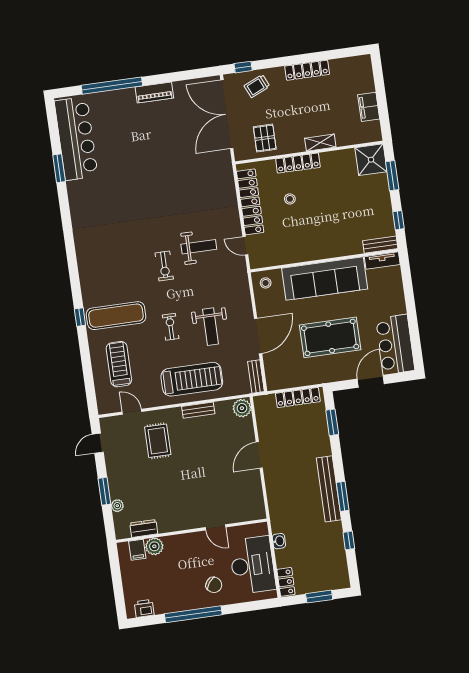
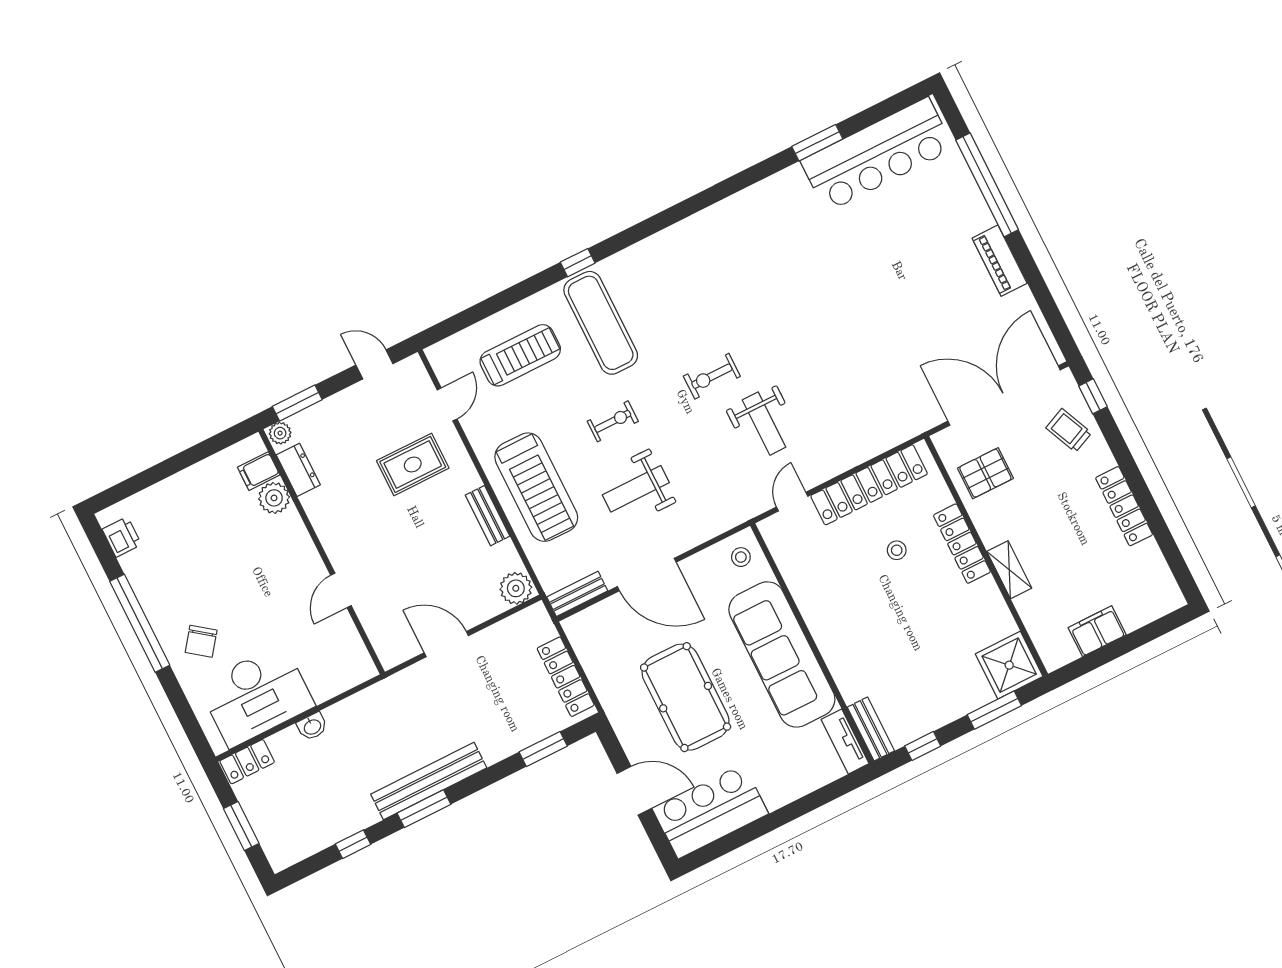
door: (215, 527) -> (341, 590), moved
dresser: (144, 528) -> (298, 470), moved
wall: (191, 531) -> (322, 552), moved
plant: (154, 546) -> (274, 498), moved
filing cabinet: (137, 550) -> (259, 471), moved

